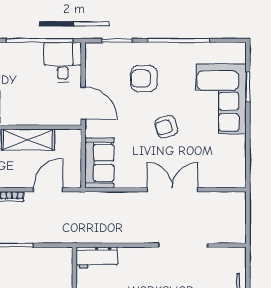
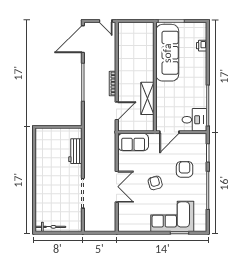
door: (48, 190) -> (117, 111), hinge flipped
workbench: (97, 257) -> (75, 151), moved

